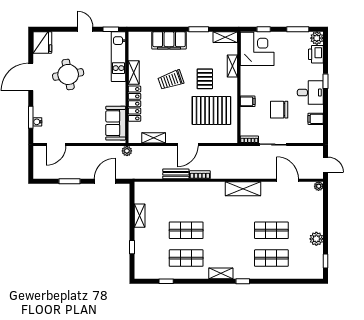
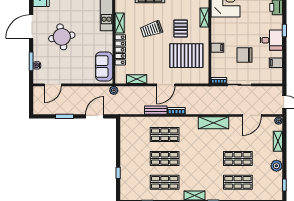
round table: (68, 74) -> (62, 37), moved
door: (288, 180) -> (252, 115), swing flipped
shop shelf: (186, 202) -> (165, 135), added
shelving: (140, 216) -> (278, 141), moved

